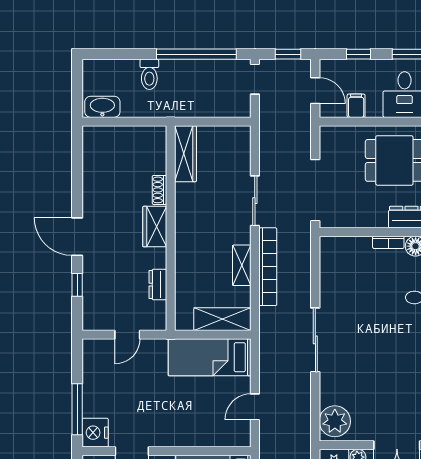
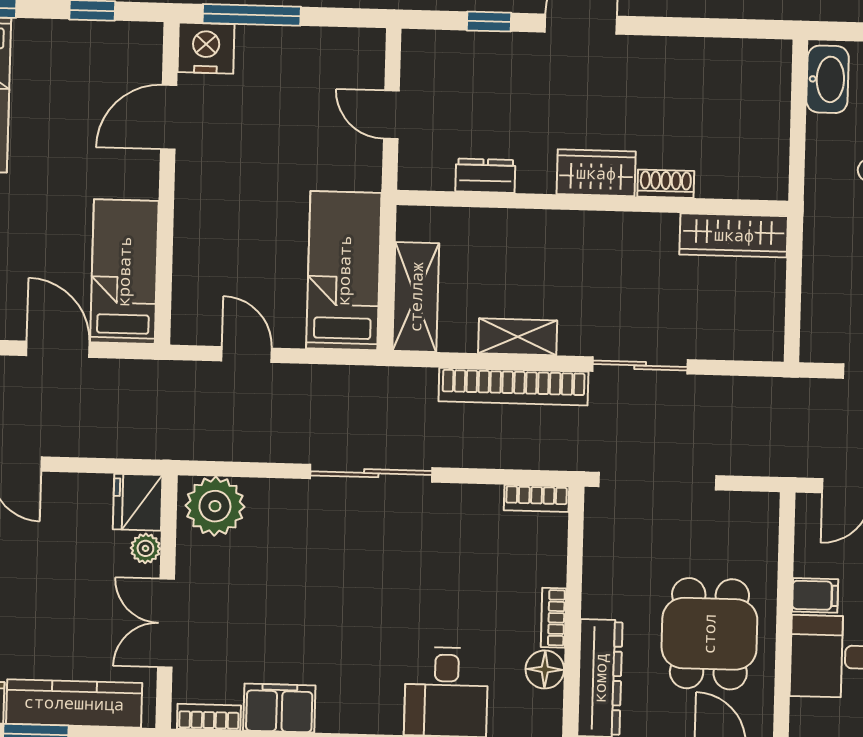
filing cabinet: (356, 106) -> (815, 595), moved
bookcase: (326, 253) -> (536, 498), added

